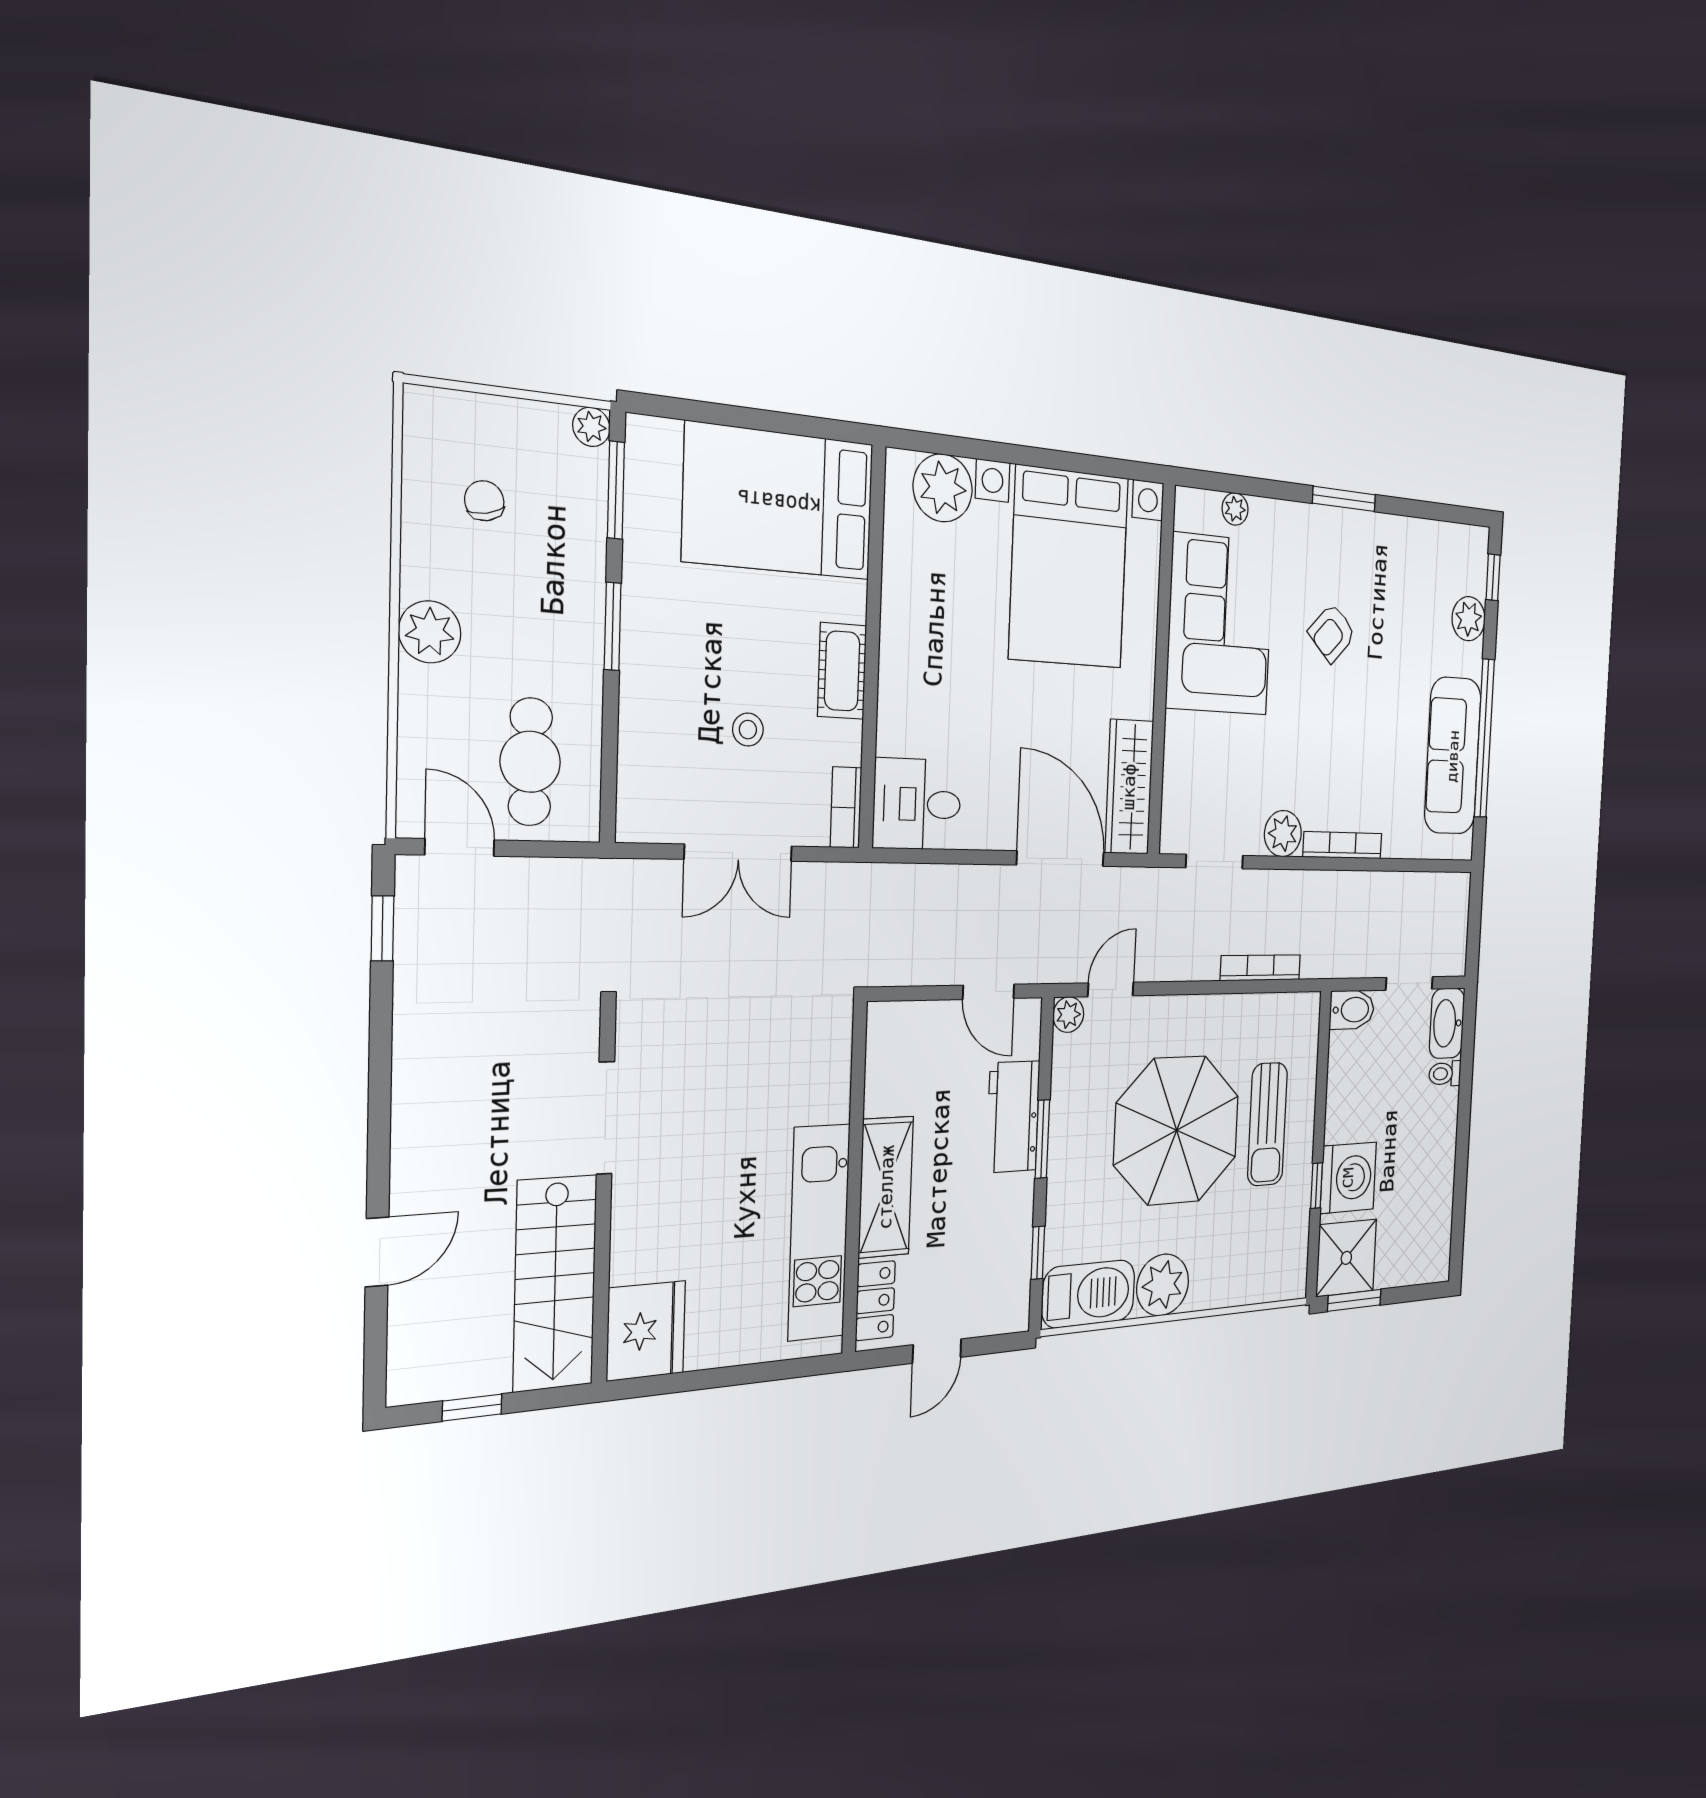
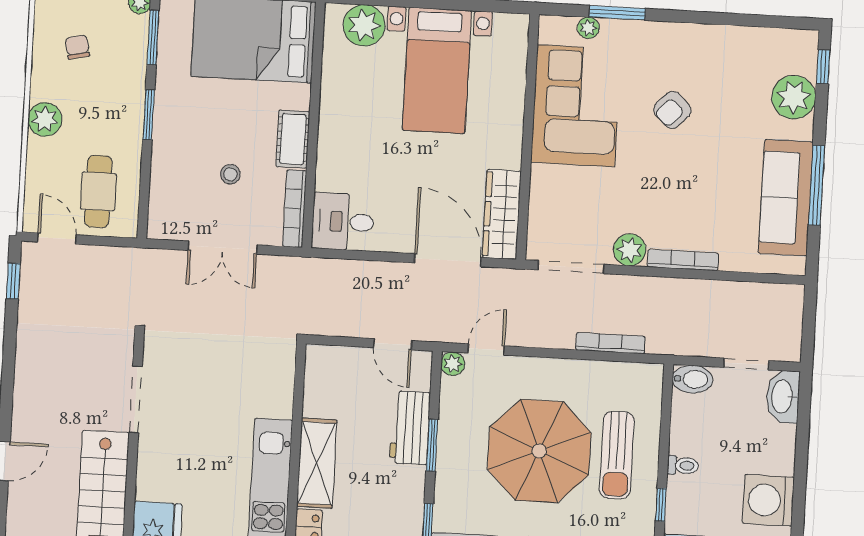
window: (1344, 499) -> (617, 13), moved
bed with nightstands: (1069, 568) -> (437, 70), width x0.73
plant: (1469, 619) -> (794, 97), width x1.36, depth x1.36
window: (1484, 738) -> (817, 185), width x0.68
bookcase: (846, 808) -> (295, 209), width x1.56
doorway: (1215, 862) -> (571, 267), width x1.38
toilet: (1445, 1074) -> (683, 465), moved, turned 180
washing machine: (1348, 1178) -> (768, 500), moved, turned 180

